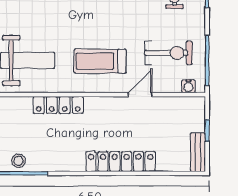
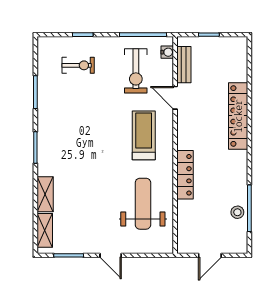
exercise bike: (168, 53) -> (136, 71), turned 180
treadmill: (100, 61) -> (144, 135), turned 180
bench: (198, 152) -> (184, 65), moved, turned 90

